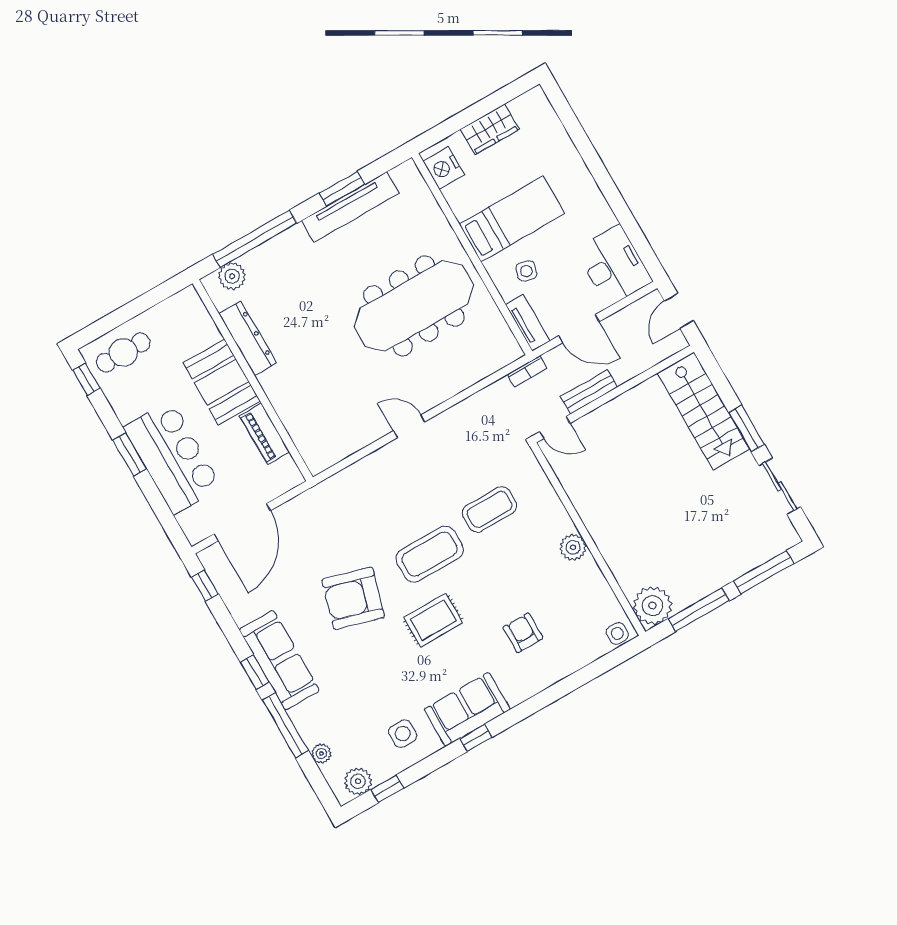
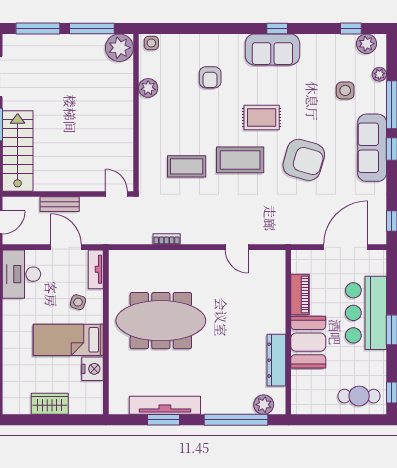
nightstand: (444, 168) -> (93, 369), moved
bookcase: (527, 371) -> (167, 239), moved
bench: (589, 392) -> (60, 204), moved
door: (409, 426) -> (237, 247), moved
plant: (573, 547) -> (148, 88), moved
side table: (403, 734) -> (345, 90), moved

